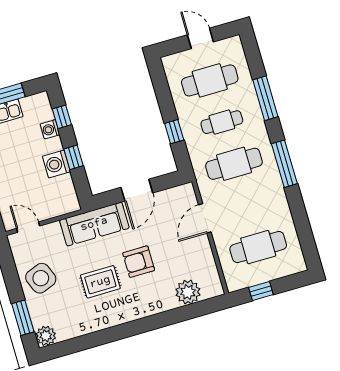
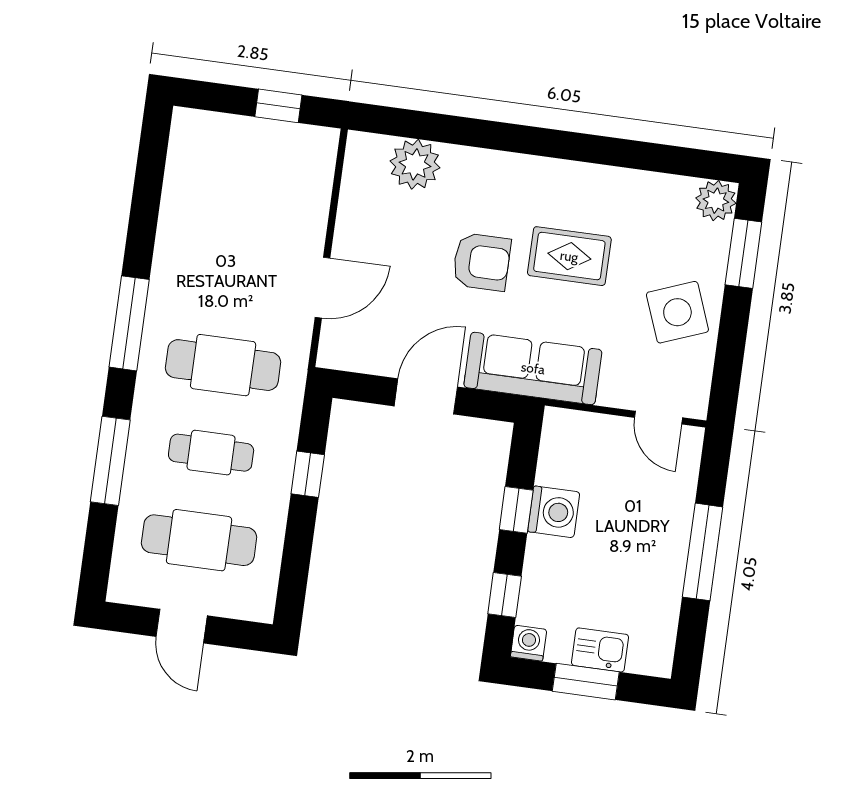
washing machine: (50, 129) -> (529, 643), moved, turned -90
cafe table: (258, 247) -> (247, 190), removed

